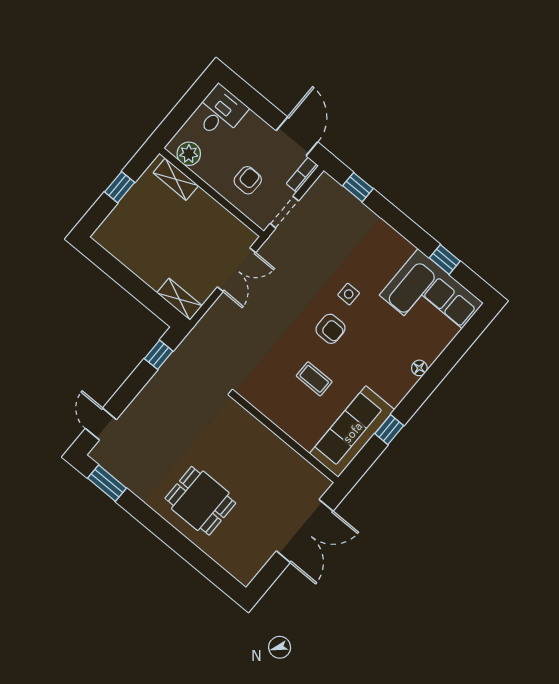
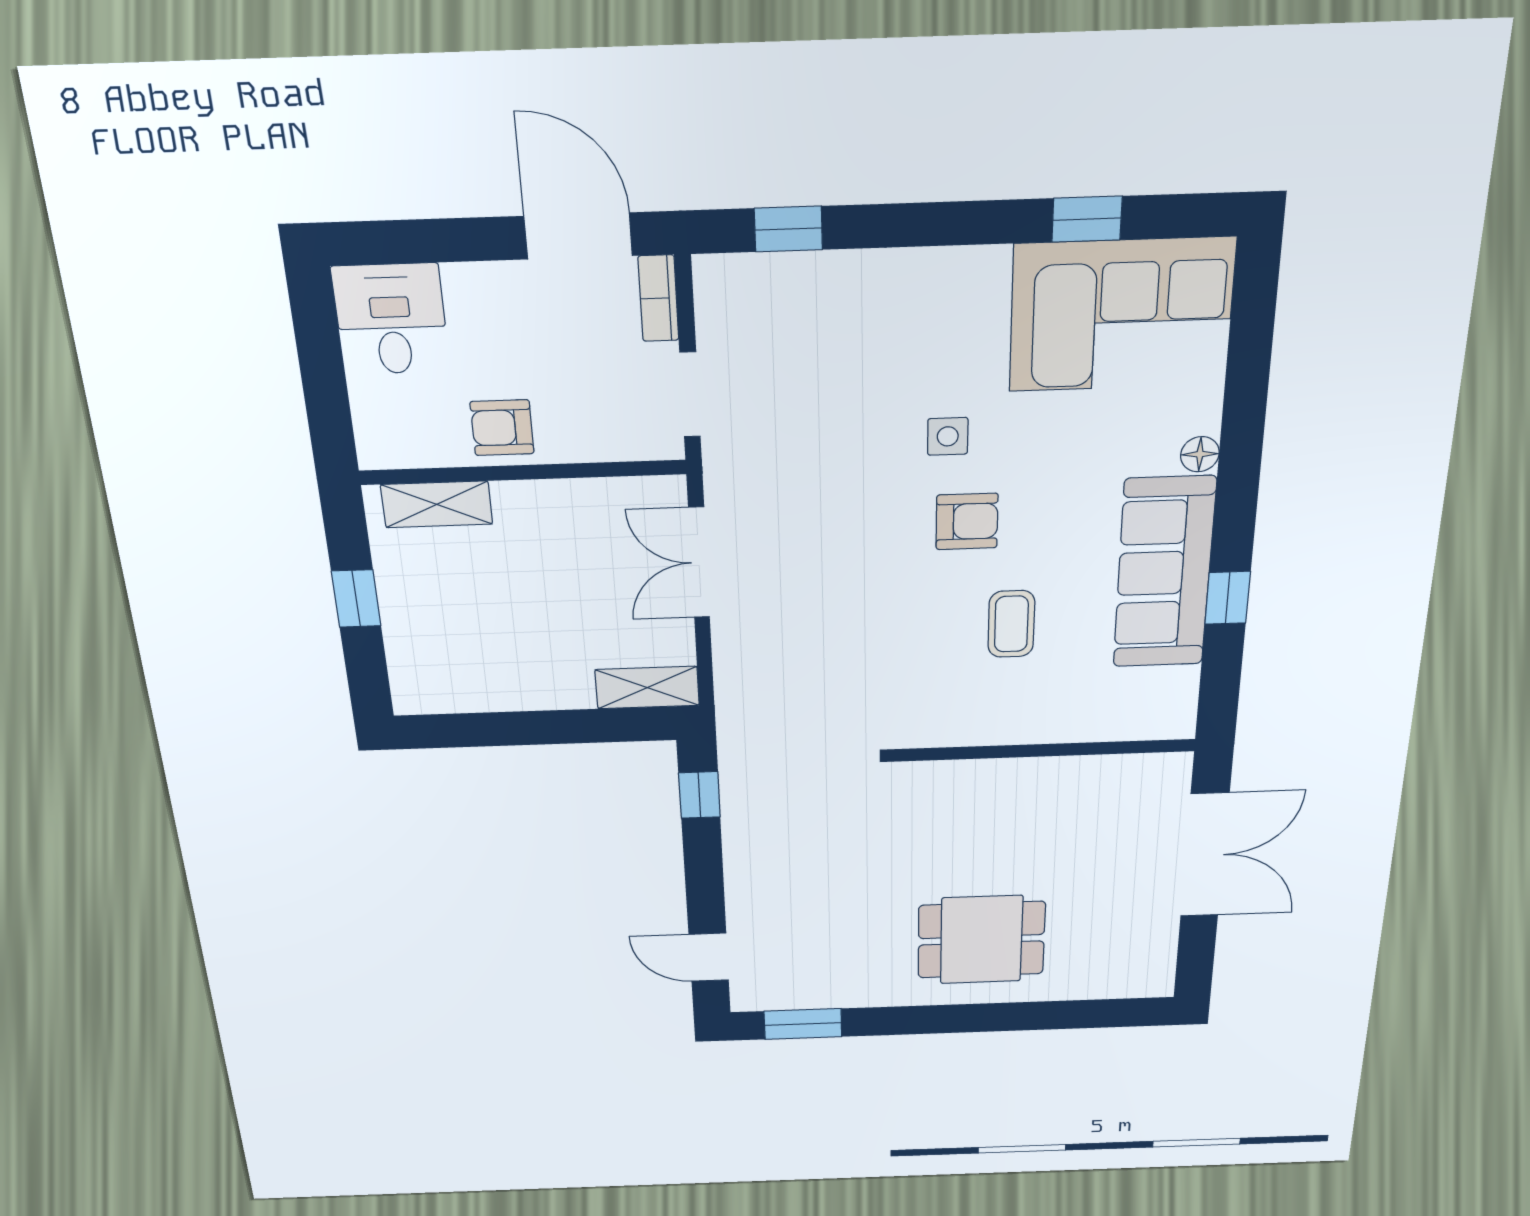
plant: (189, 154) -> (413, 442), removed
armchair: (248, 180) -> (502, 428), moved, turned -91
double door: (236, 270) -> (699, 563), swing flipped
coffee table: (314, 379) -> (1011, 624), turned 90
sofa: (352, 432) -> (1164, 573), moved

